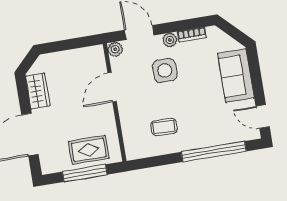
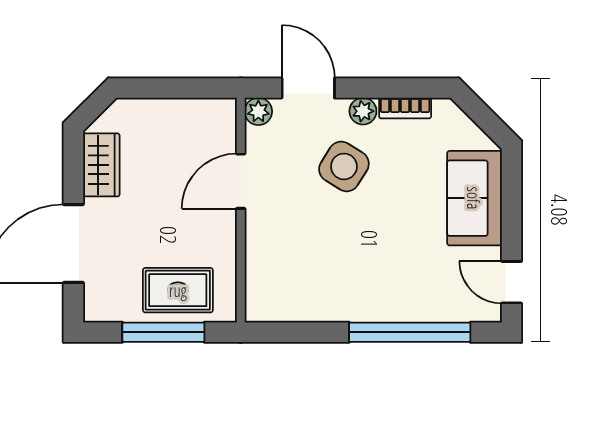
side table: (165, 71) -> (344, 166), turned 32
coffee table: (164, 127) -> (325, 271), removed

